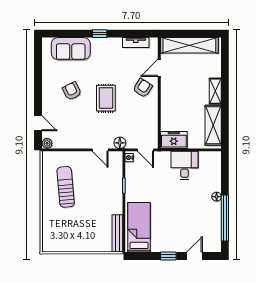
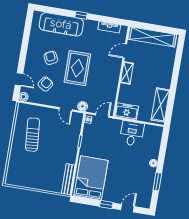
sofa: (71, 49) -> (61, 24), width x1.36
armchair: (143, 88) -> (45, 84), moved
shelving: (215, 91) -> (127, 73), moved
rug: (106, 98) -> (77, 68), width x1.36, depth x1.43
door: (145, 150) -> (102, 116), swing flipped
window: (225, 218) -> (157, 182), width x0.47
bed: (139, 227) -> (91, 178), width x1.50

